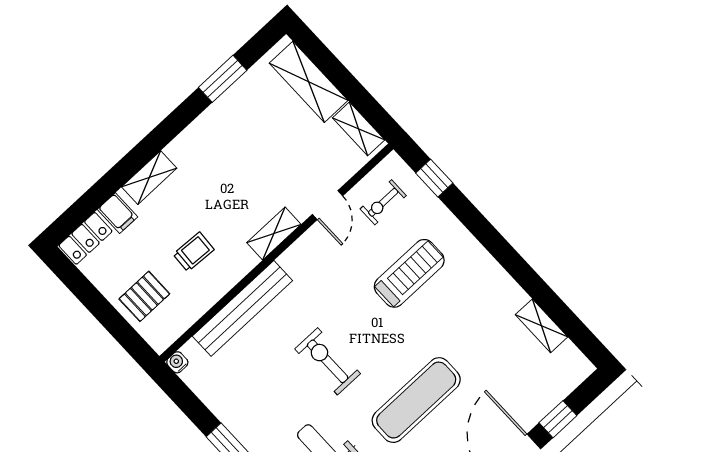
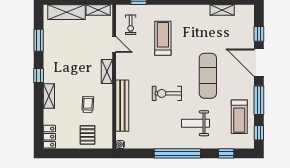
window: (167, 131) -> (39, 75), added
filing cabinet: (117, 213) -> (51, 118), removed

